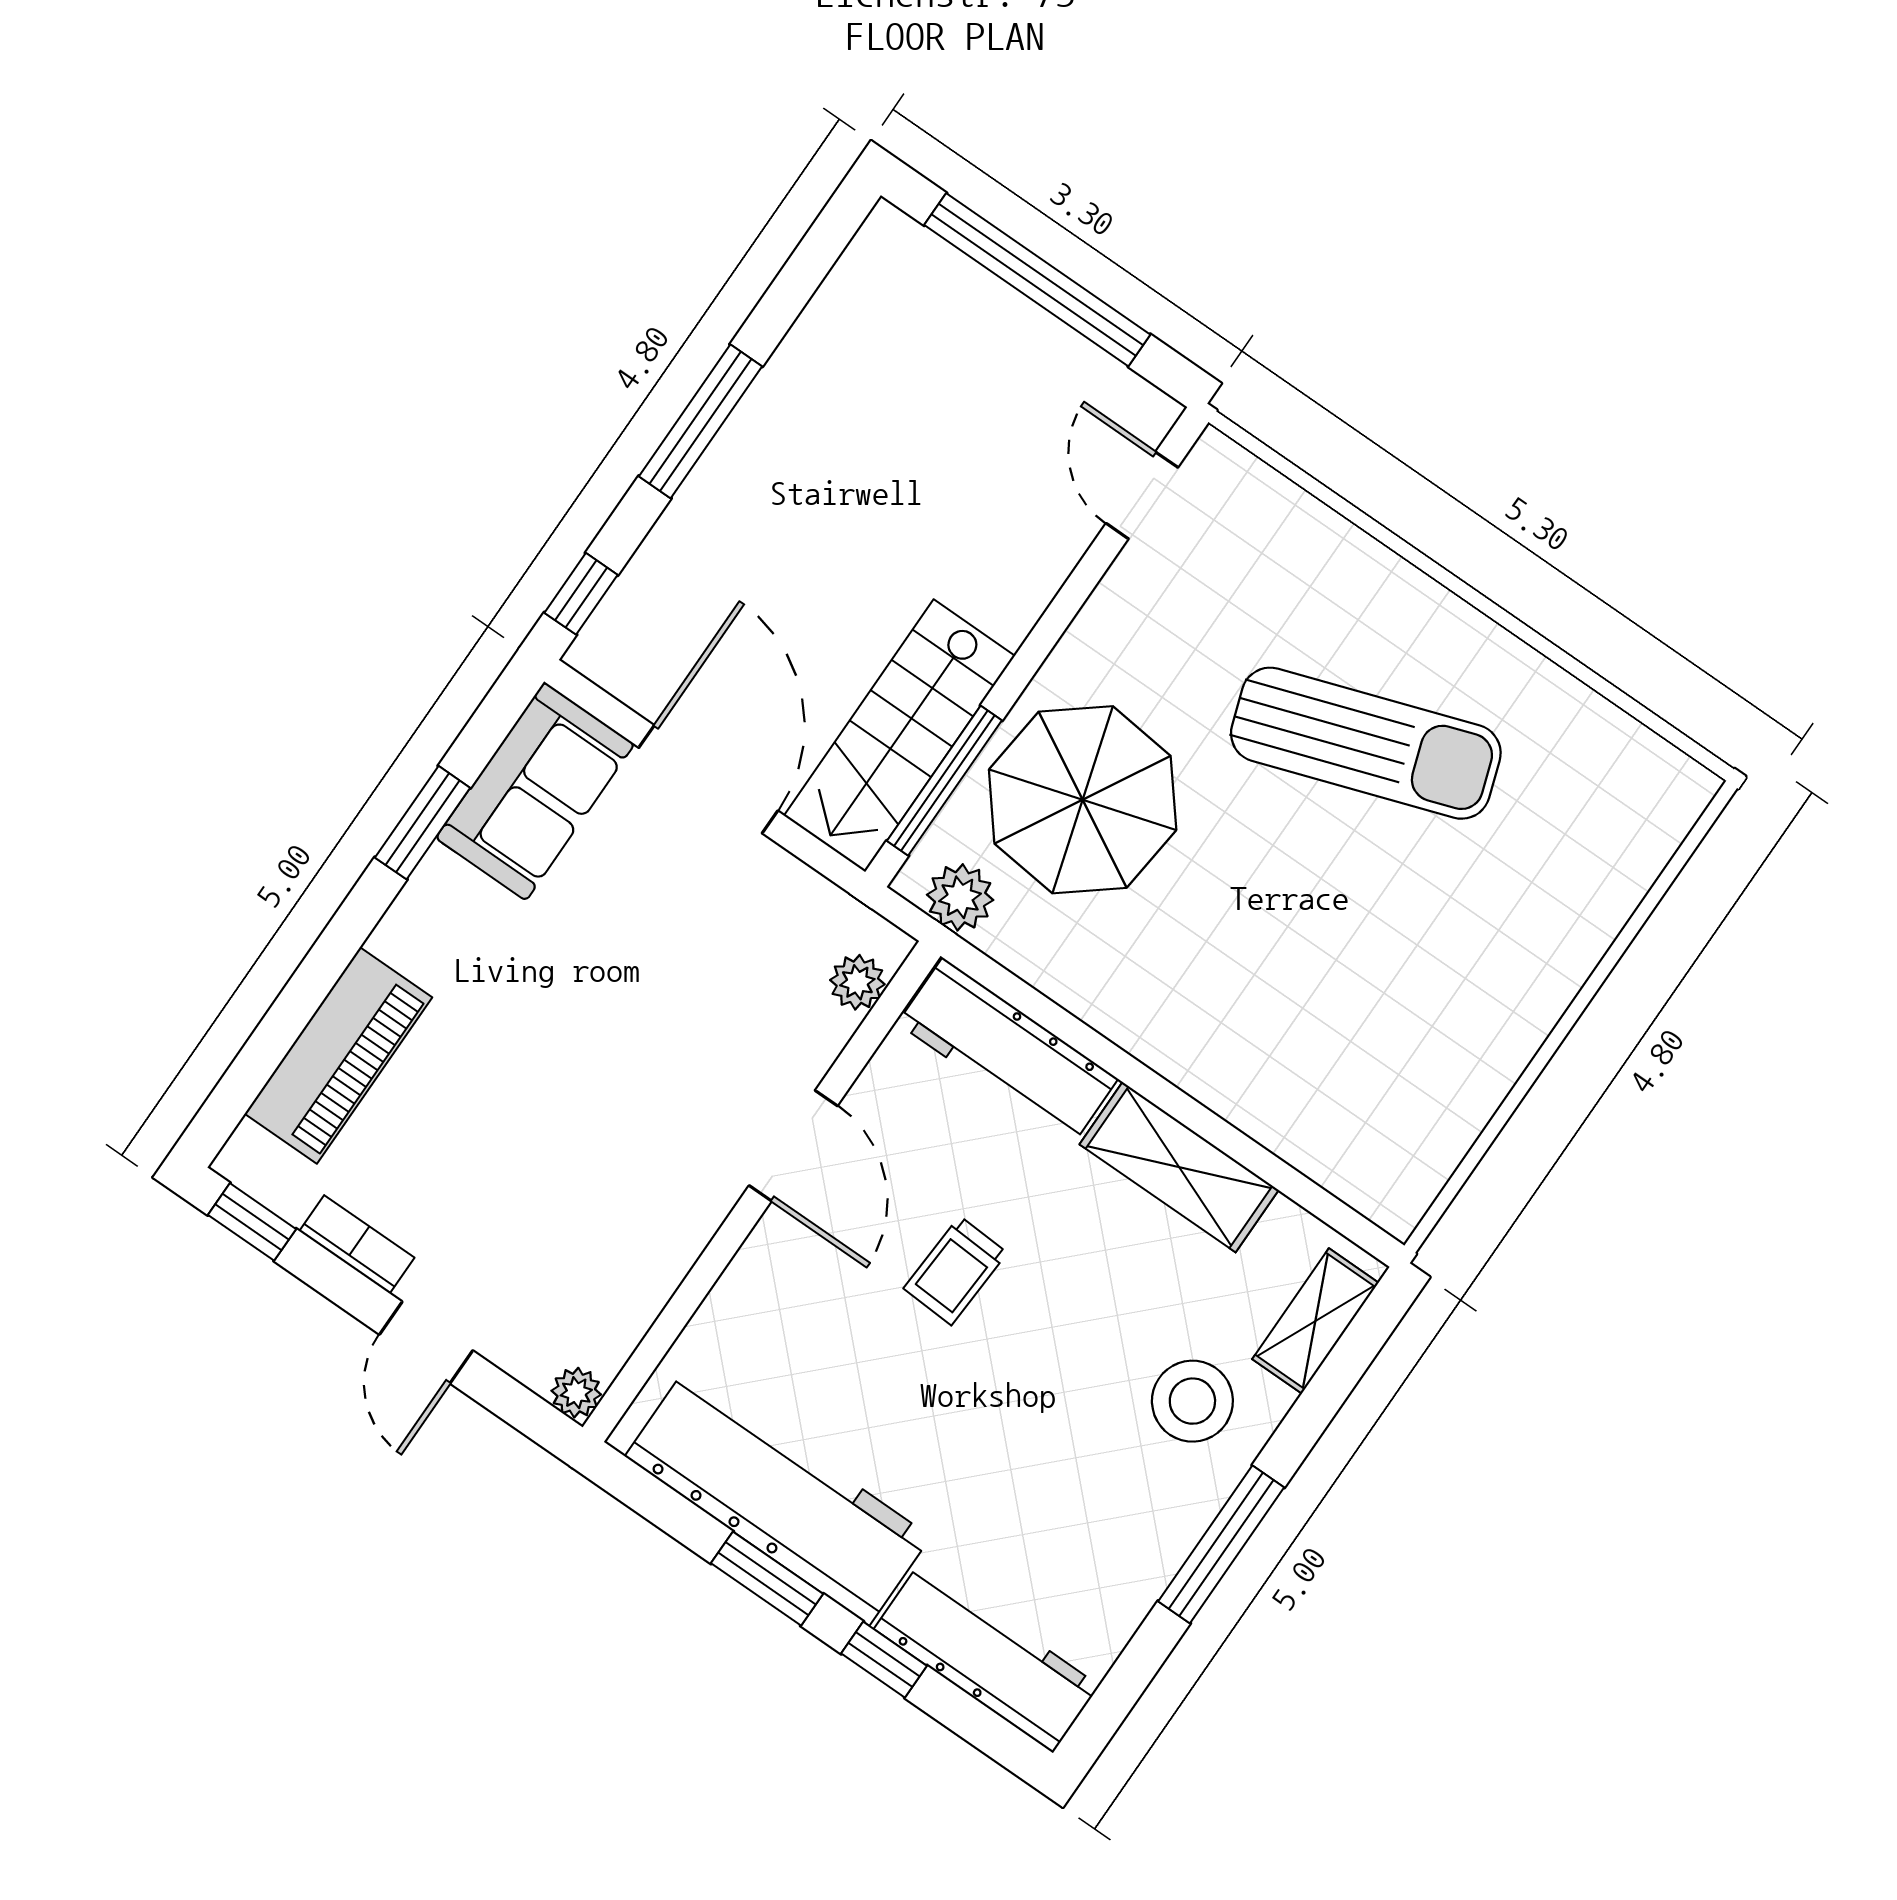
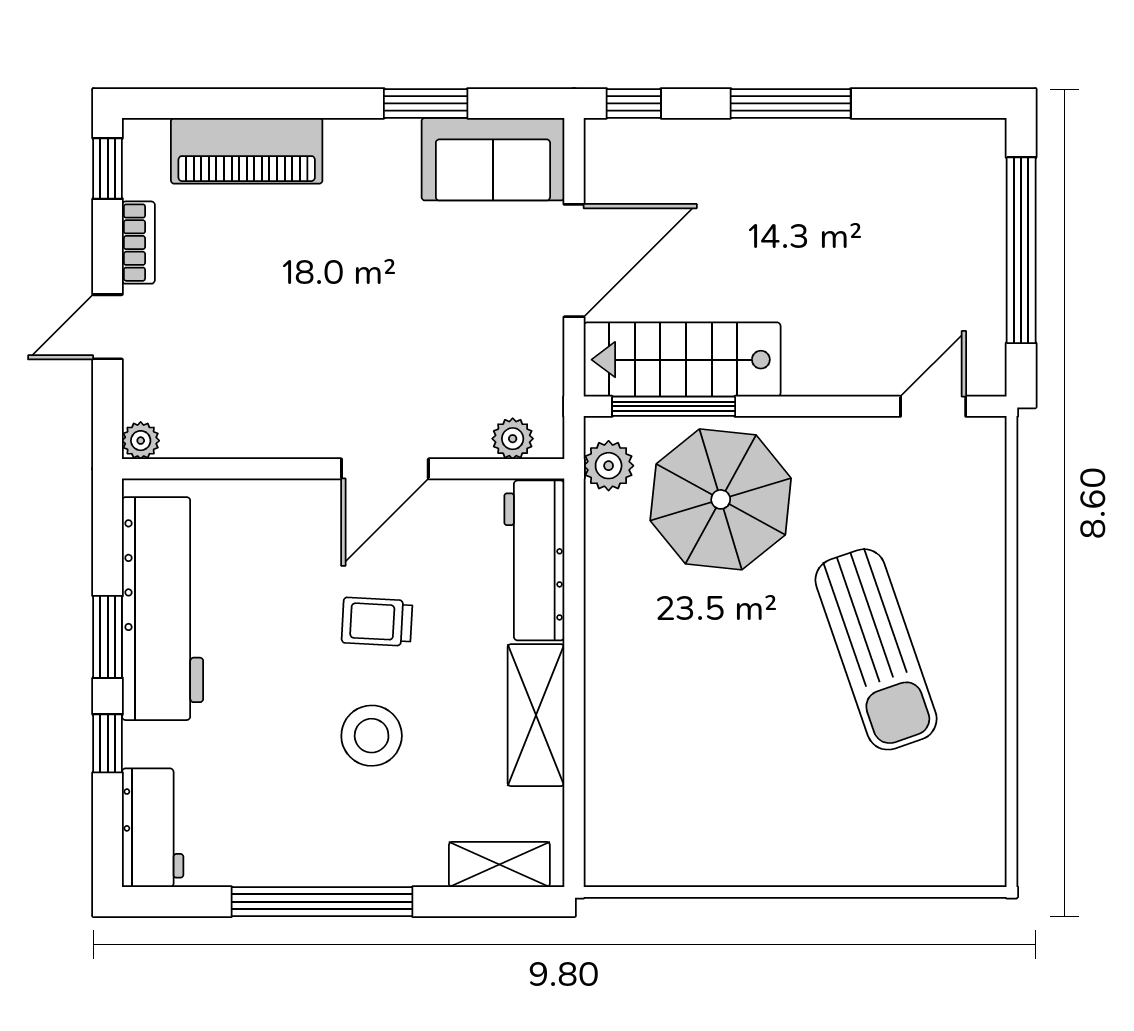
stool: (1192, 1401) -> (372, 736), moved
window: (1221, 1544) -> (322, 902), width x1.46
workbench: (987, 1657) -> (153, 828), width x0.73

